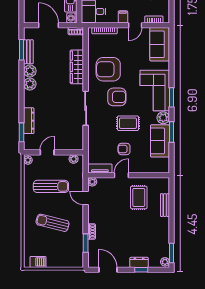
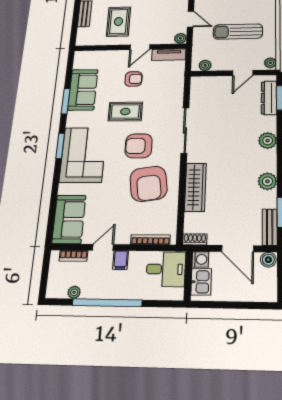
boiler: (29, 18) -> (268, 260), added
bench: (28, 52) -> (270, 227), moved
armchair: (108, 69) -> (149, 184), turned 82
plant: (30, 84) -> (268, 141), moved
plant: (163, 118) -> (75, 119), removed
dresser: (29, 121) -> (269, 98), moved

